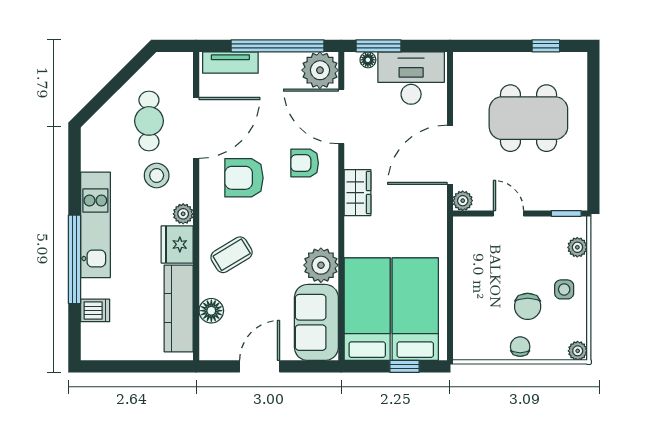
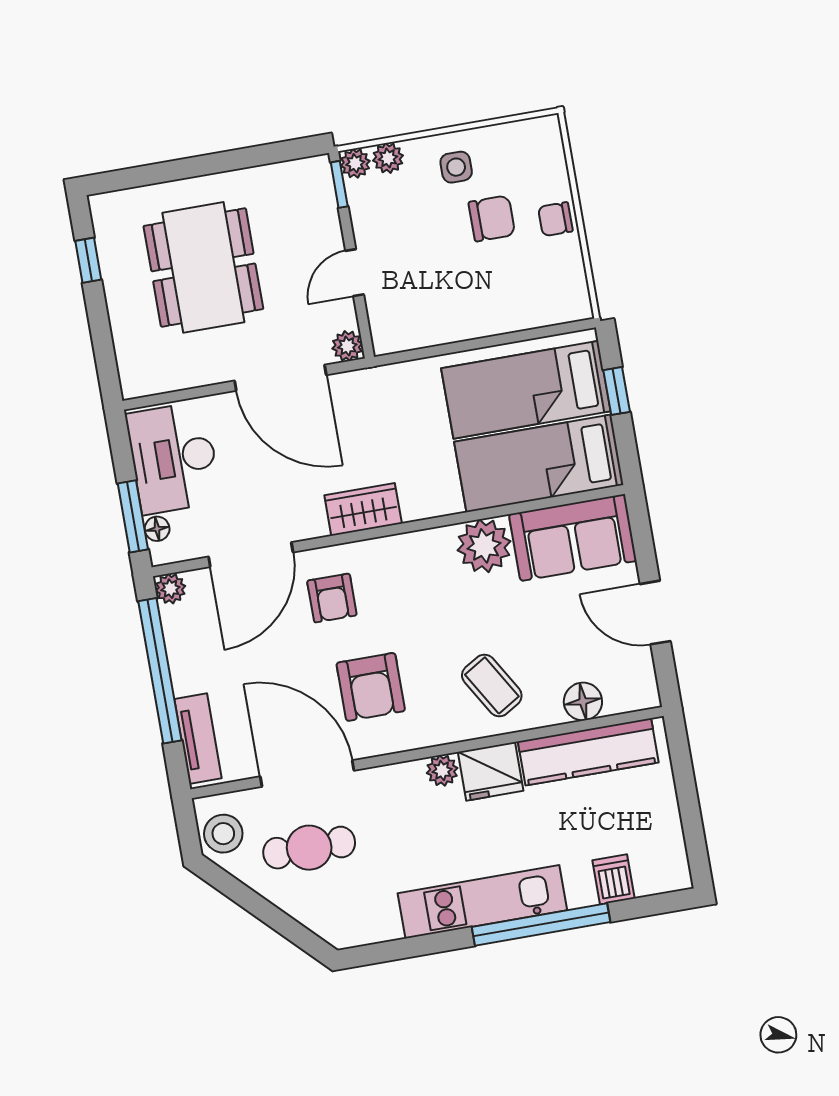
plant: (320, 70) -> (170, 589), width x0.53, depth x0.53
stool: (157, 175) -> (223, 834), moved
plant: (578, 351) -> (355, 163), moved

